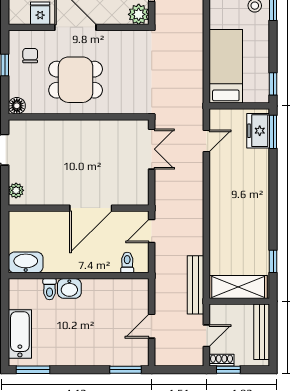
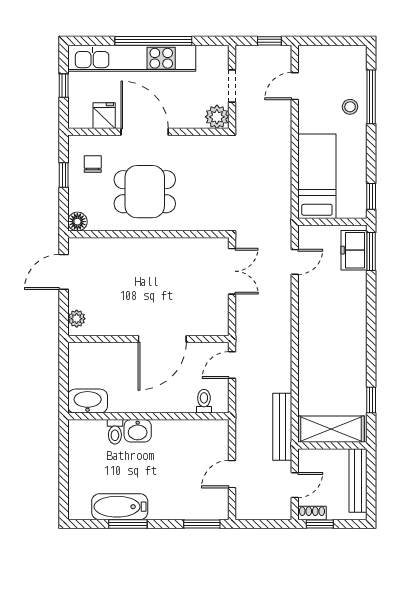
bathtub: (20, 334) -> (120, 507), moved, turned -90
window: (33, 370) -> (128, 524), moved

